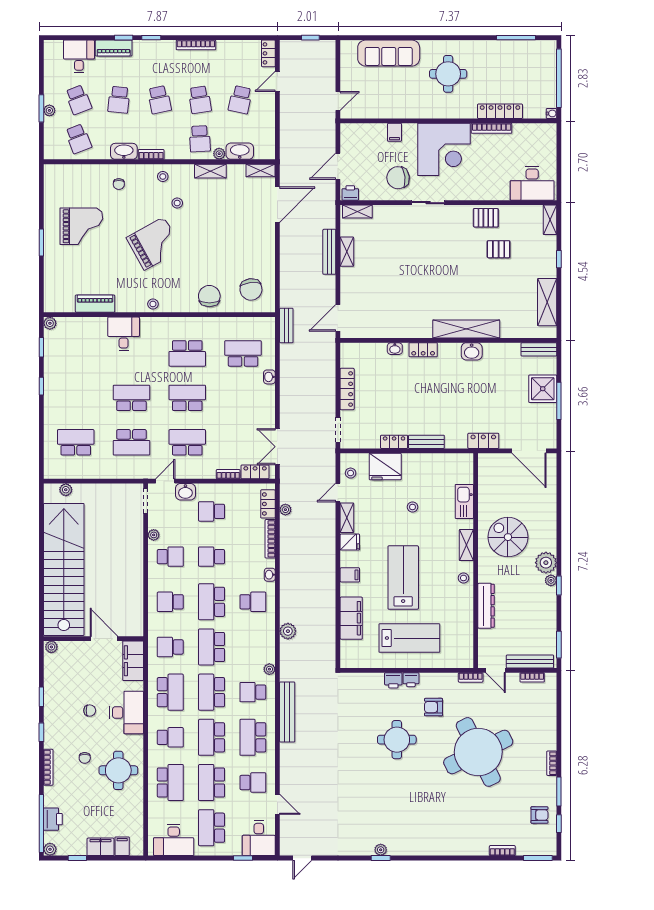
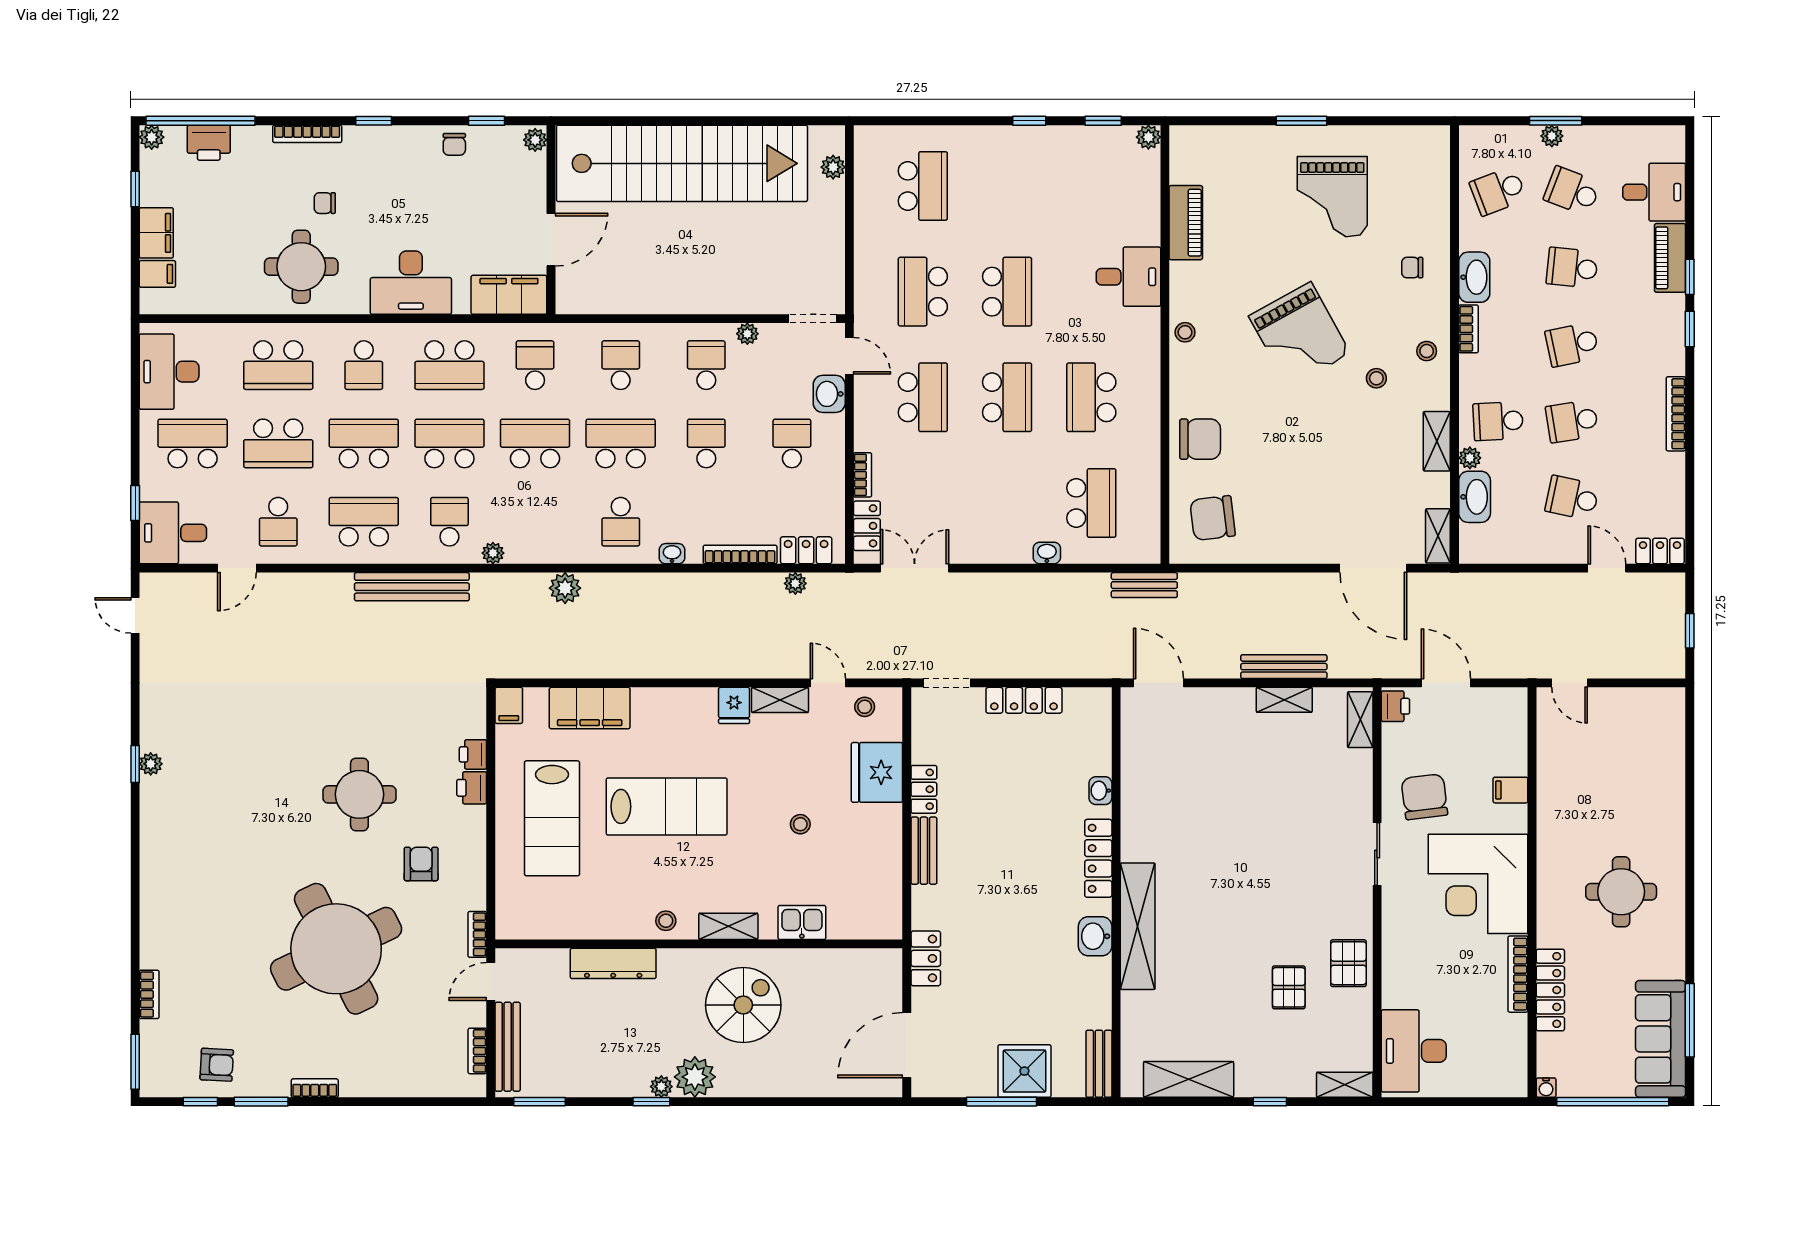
sofa: (389, 53) -> (1661, 1039), moved
school desk: (78, 100) -> (1572, 191), turned 42
locker: (423, 350) -> (1098, 858), width x1.53
kitchen sink: (464, 501) -> (802, 922), width x0.73
school desk: (170, 557) -> (706, 365), turned 180
filing cabinet: (350, 575) -> (509, 705), moved
printer: (411, 680) -> (473, 754), moved
window: (41, 697) -> (487, 121), moved
chair: (90, 711) -> (454, 144), moved
school desk: (212, 783) -> (278, 443), turned 180
armchair: (539, 815) -> (217, 1065), turned -87

